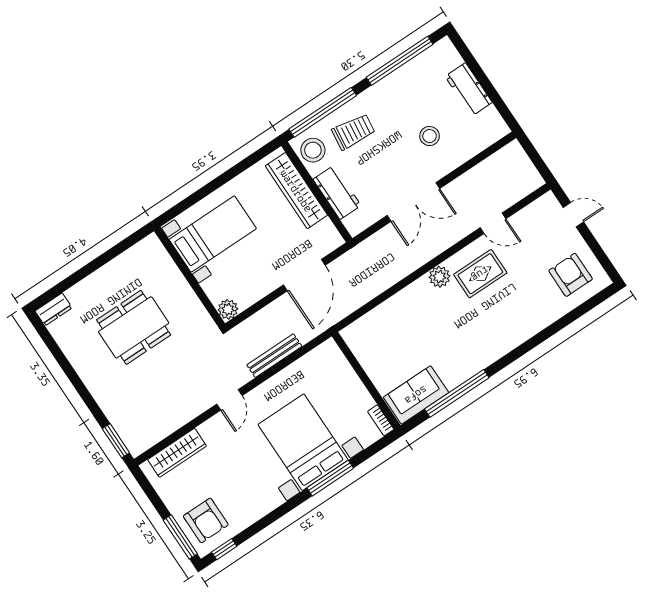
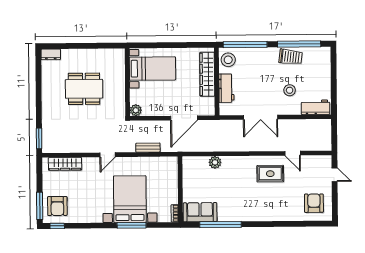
workbench: (469, 89) -> (316, 107), moved, turned 90
trolley: (353, 132) -> (290, 57), moved
plant: (439, 277) -> (215, 162), moved
bench: (274, 356) -> (148, 148), width x0.73

